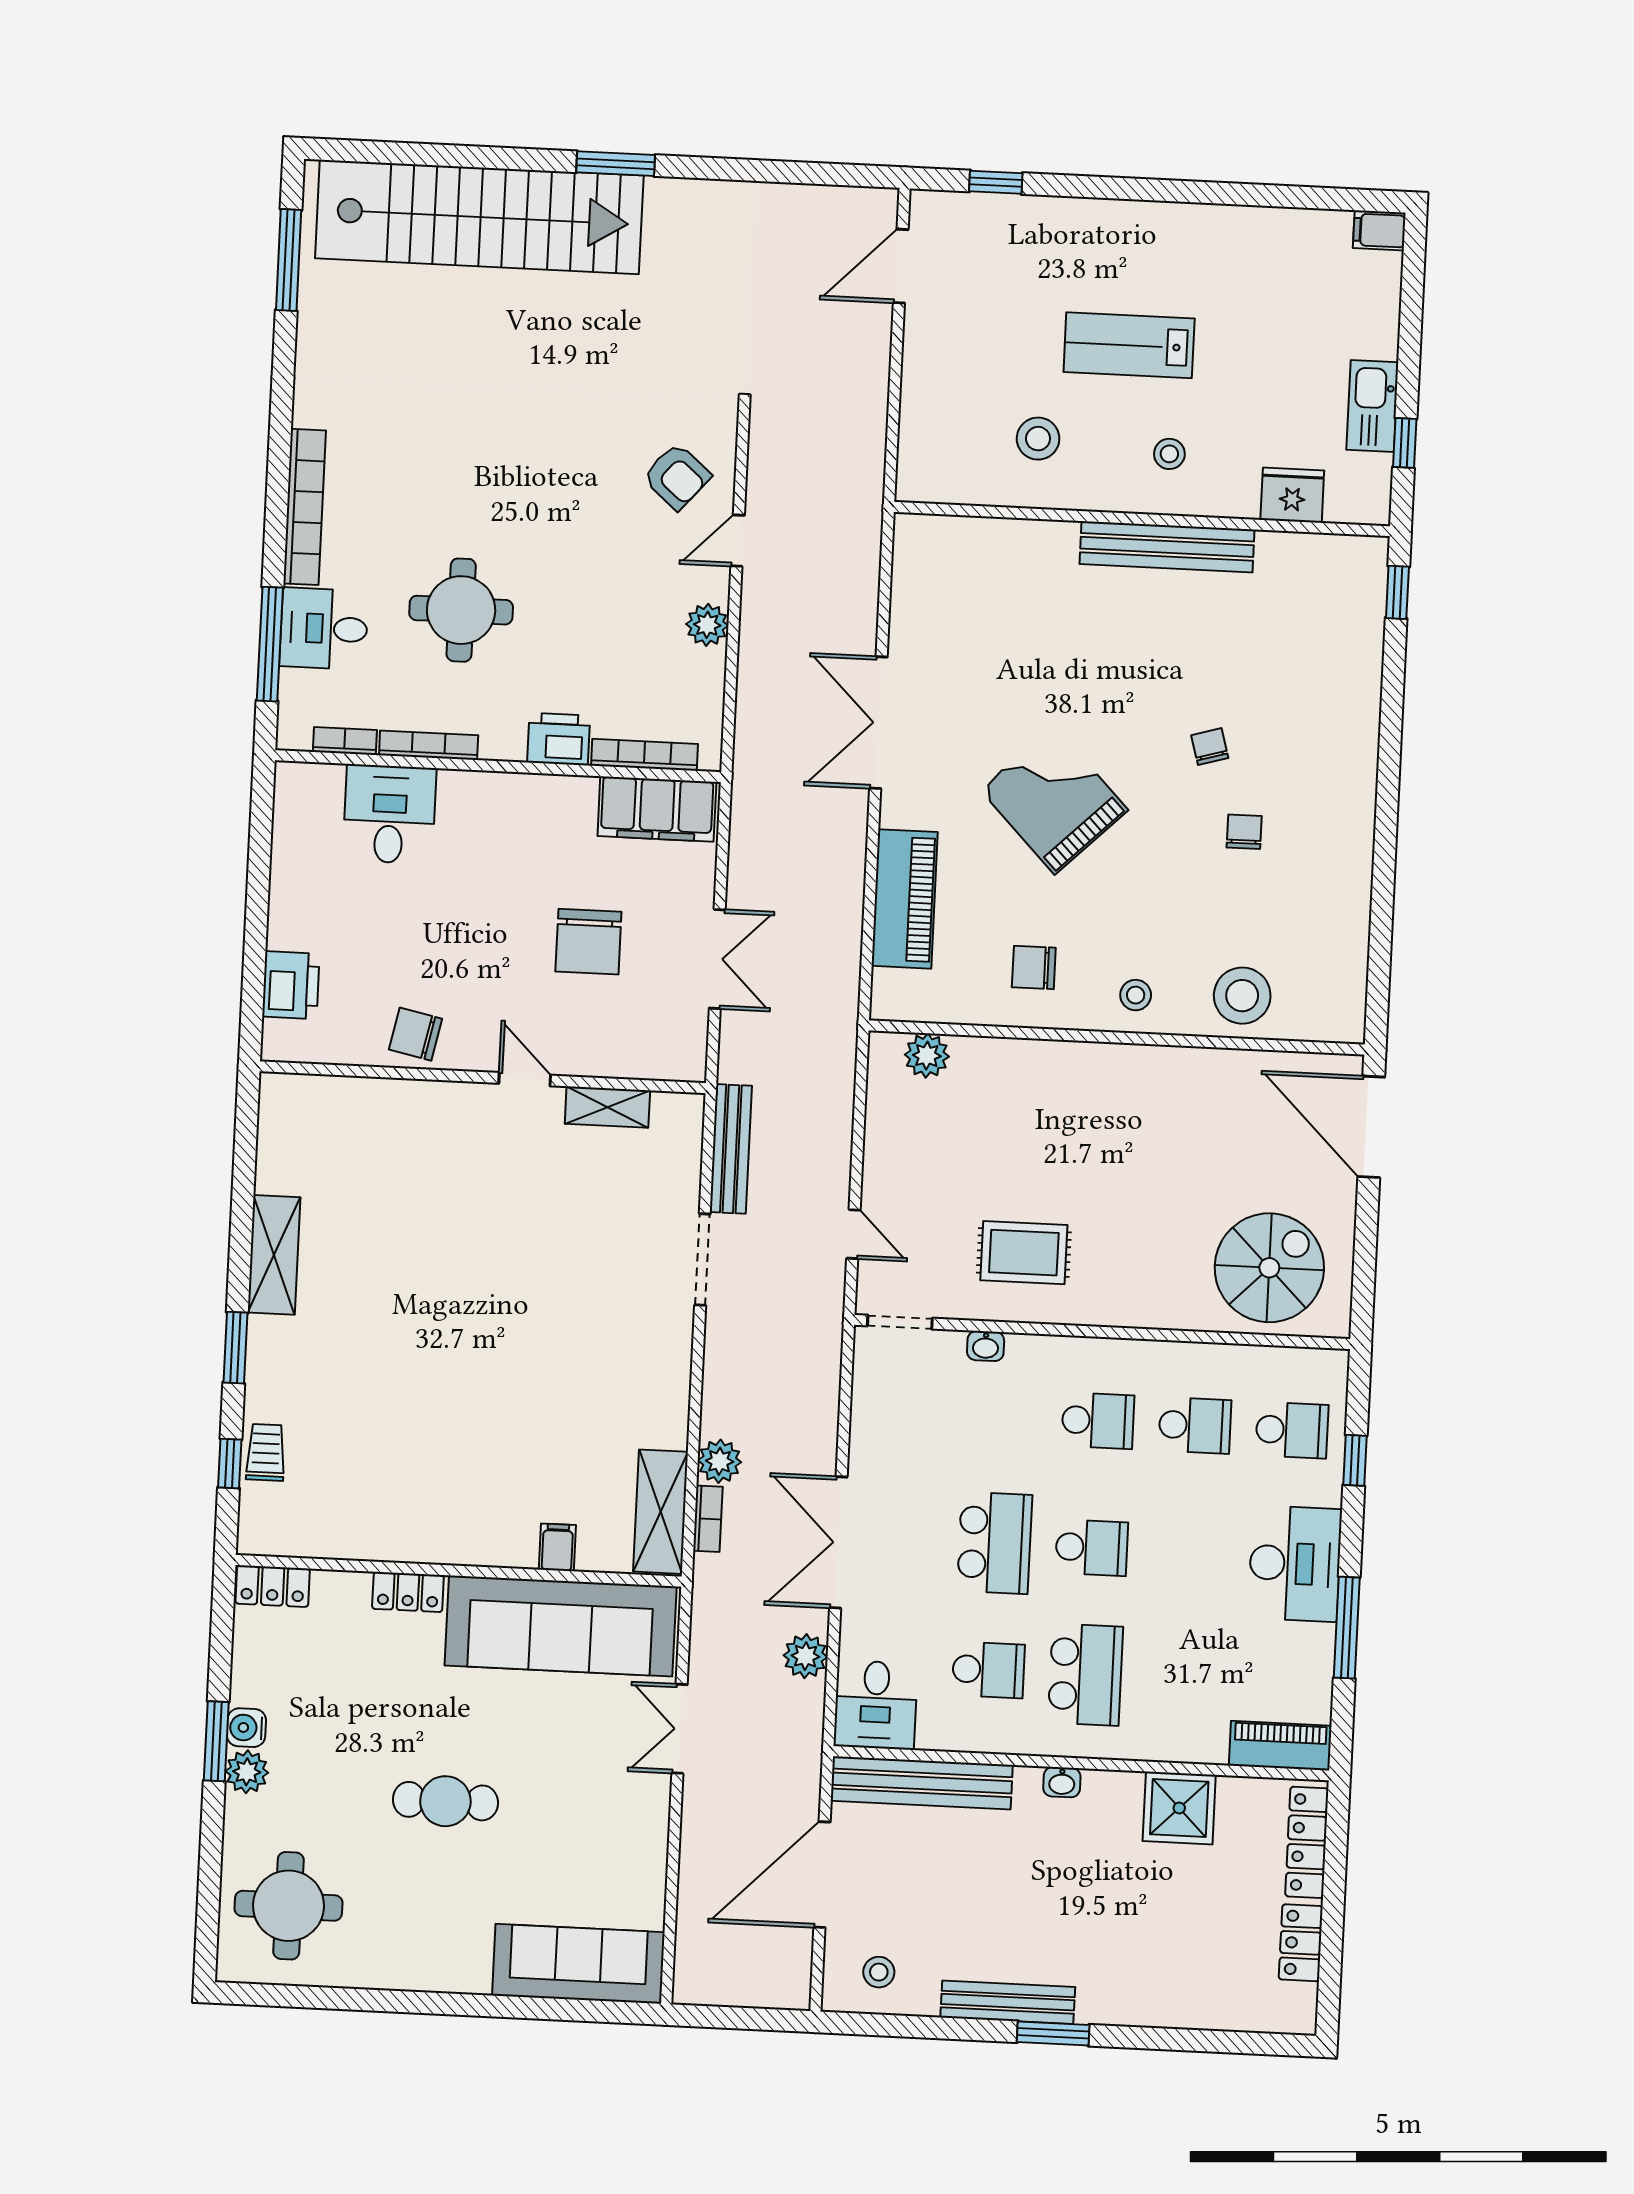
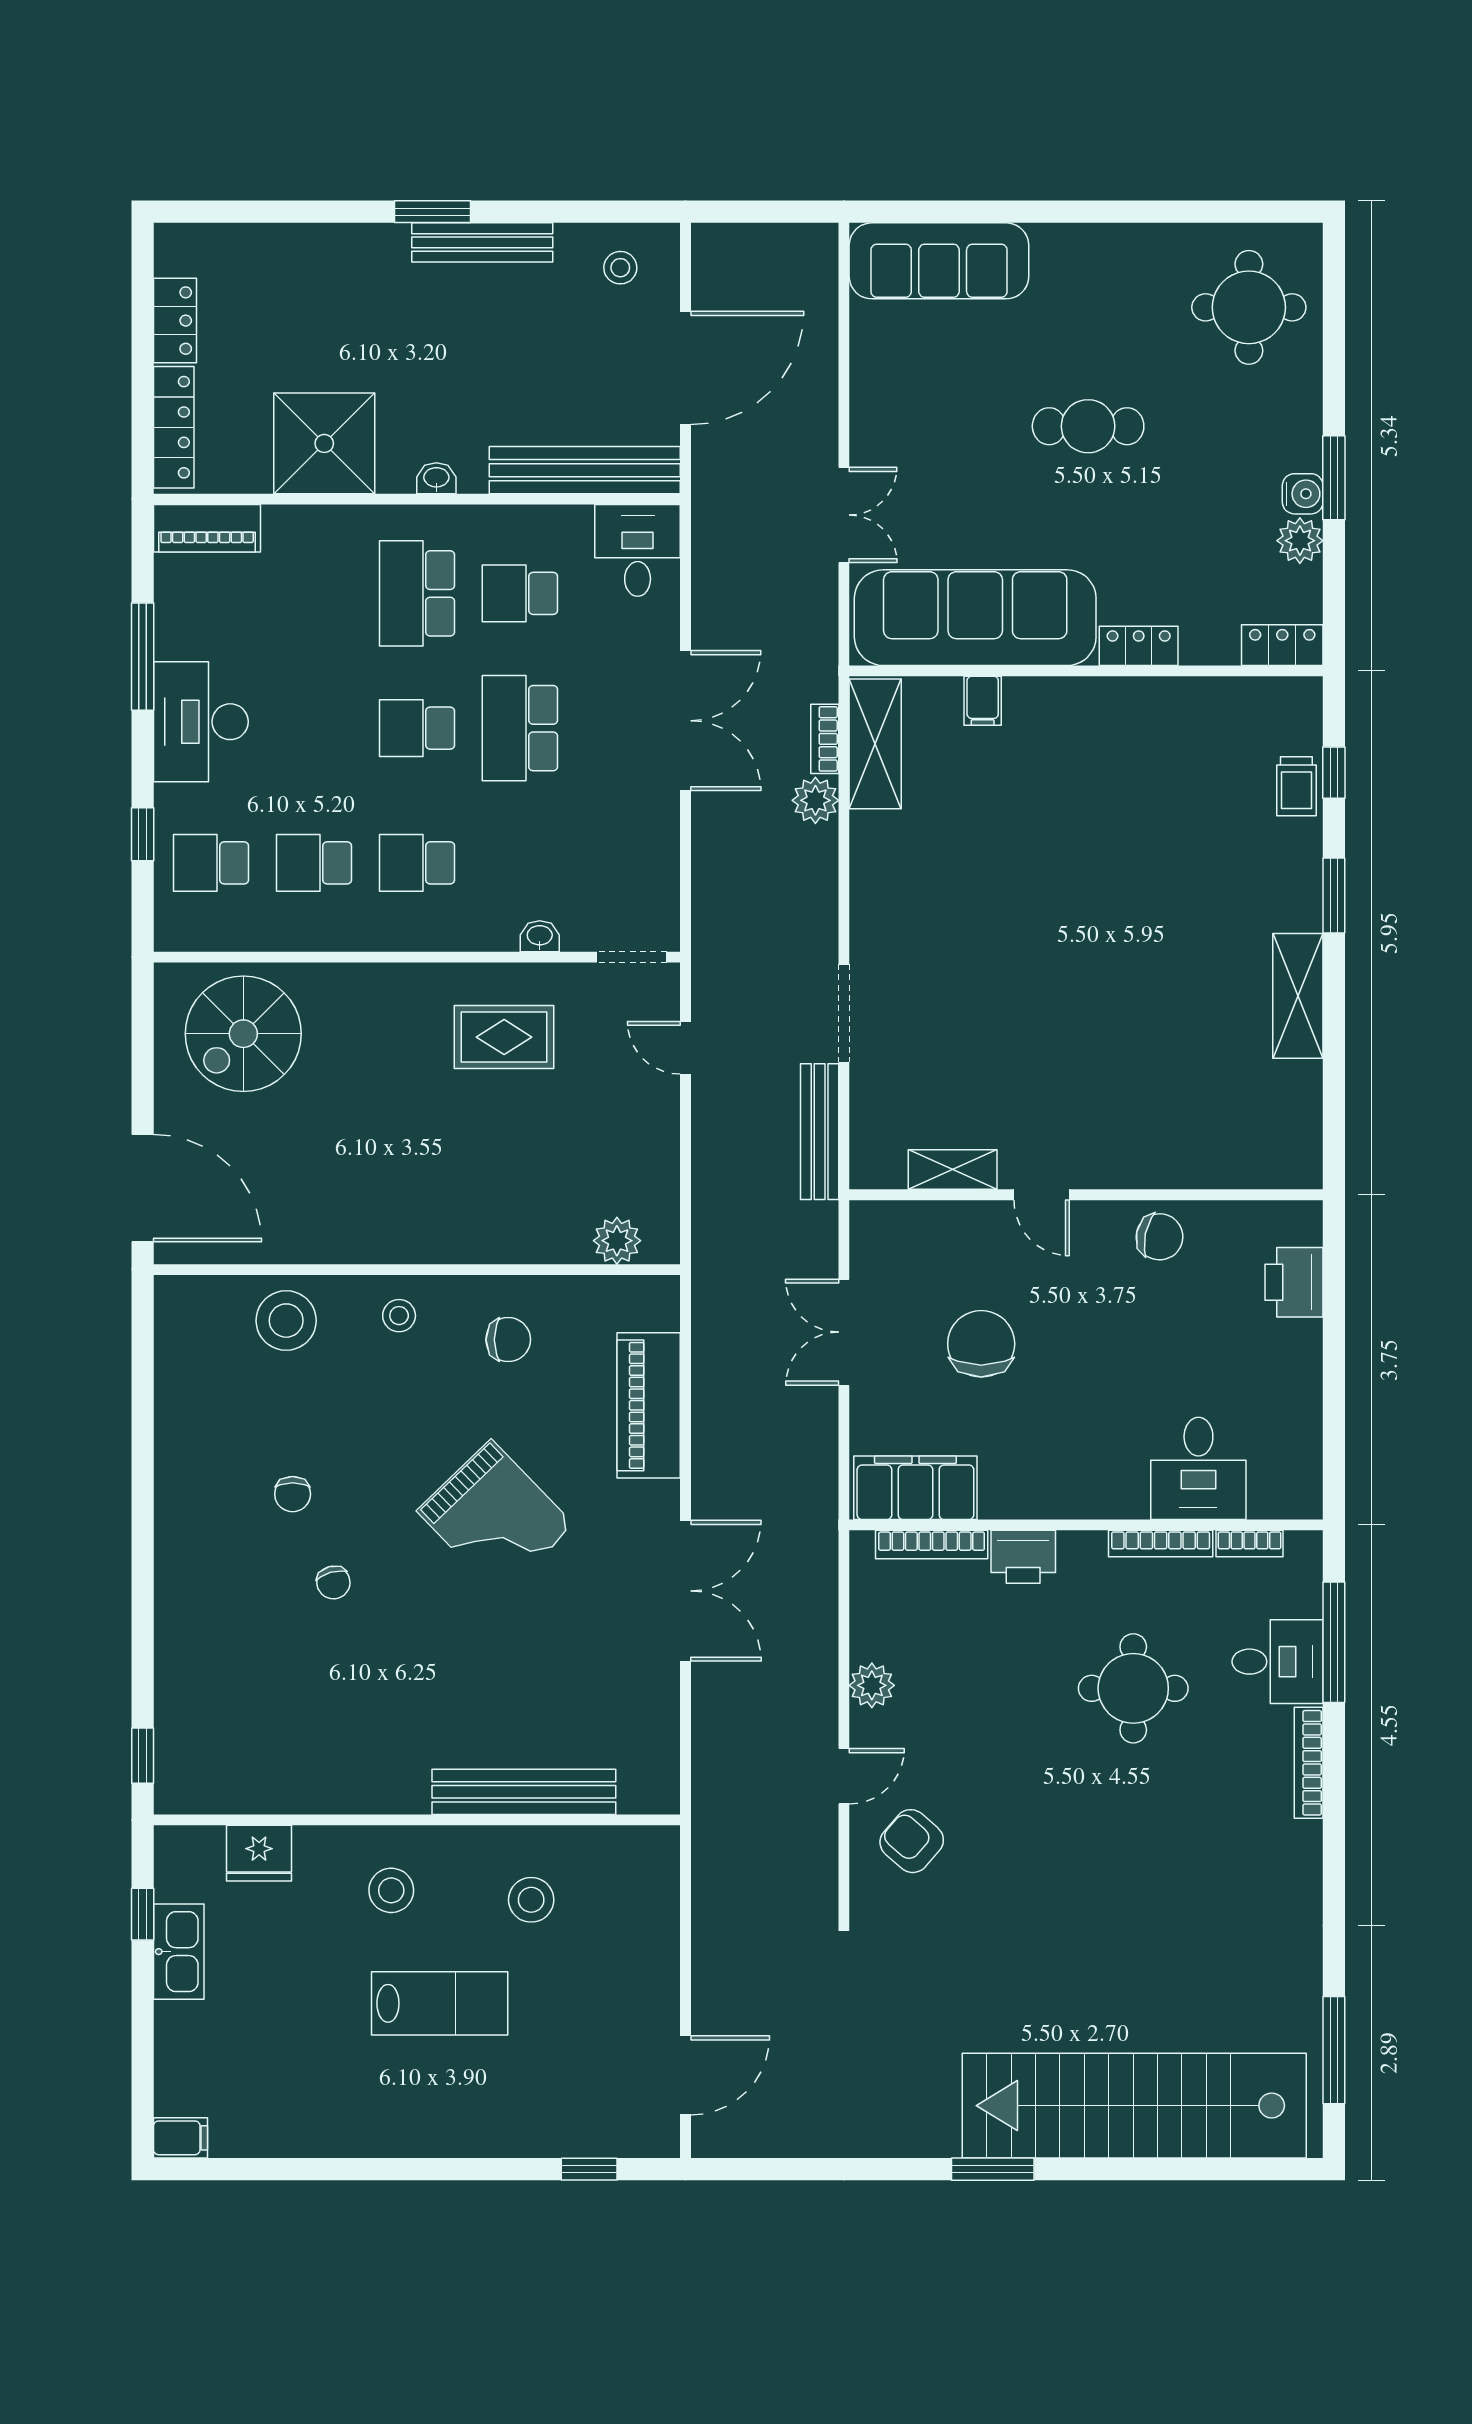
stool: (1169, 454) -> (391, 1890), width x1.37, depth x1.37
bookcase: (305, 507) -> (1309, 1763), width x0.68, depth x0.76
bench: (1167, 547) -> (524, 1792), moved
plant: (805, 1656) -> (714, 598), removed
plant: (247, 1772) -> (1300, 541), moved
shower: (1179, 1808) -> (324, 443), width x1.37, depth x1.37

